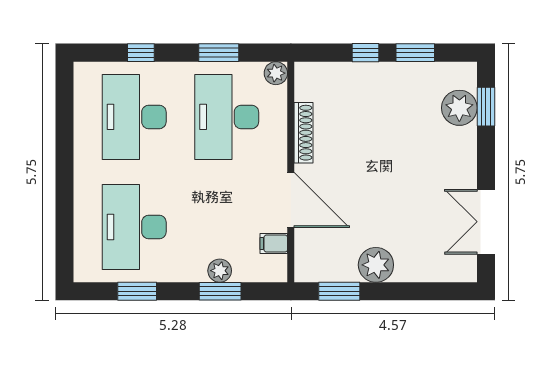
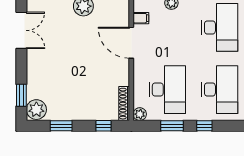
window: (141, 53) -> (204, 126), moved
window: (366, 53) -> (104, 126), moved
plant: (459, 108) -> (36, 110), moved
shoe rack: (304, 133) -> (124, 104), moved

